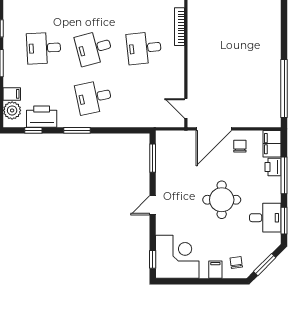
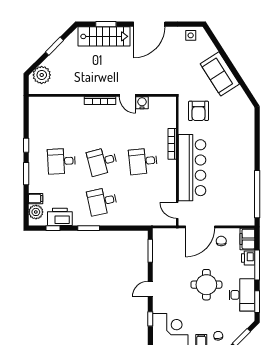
bar counter: (204, 56) -> (192, 168), added
desk: (265, 218) -> (242, 295), width x1.37
window: (153, 259) -> (150, 319), moved

